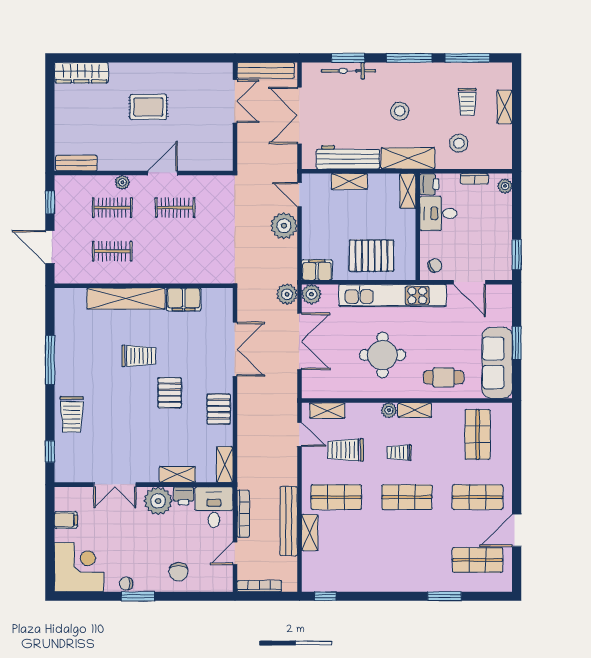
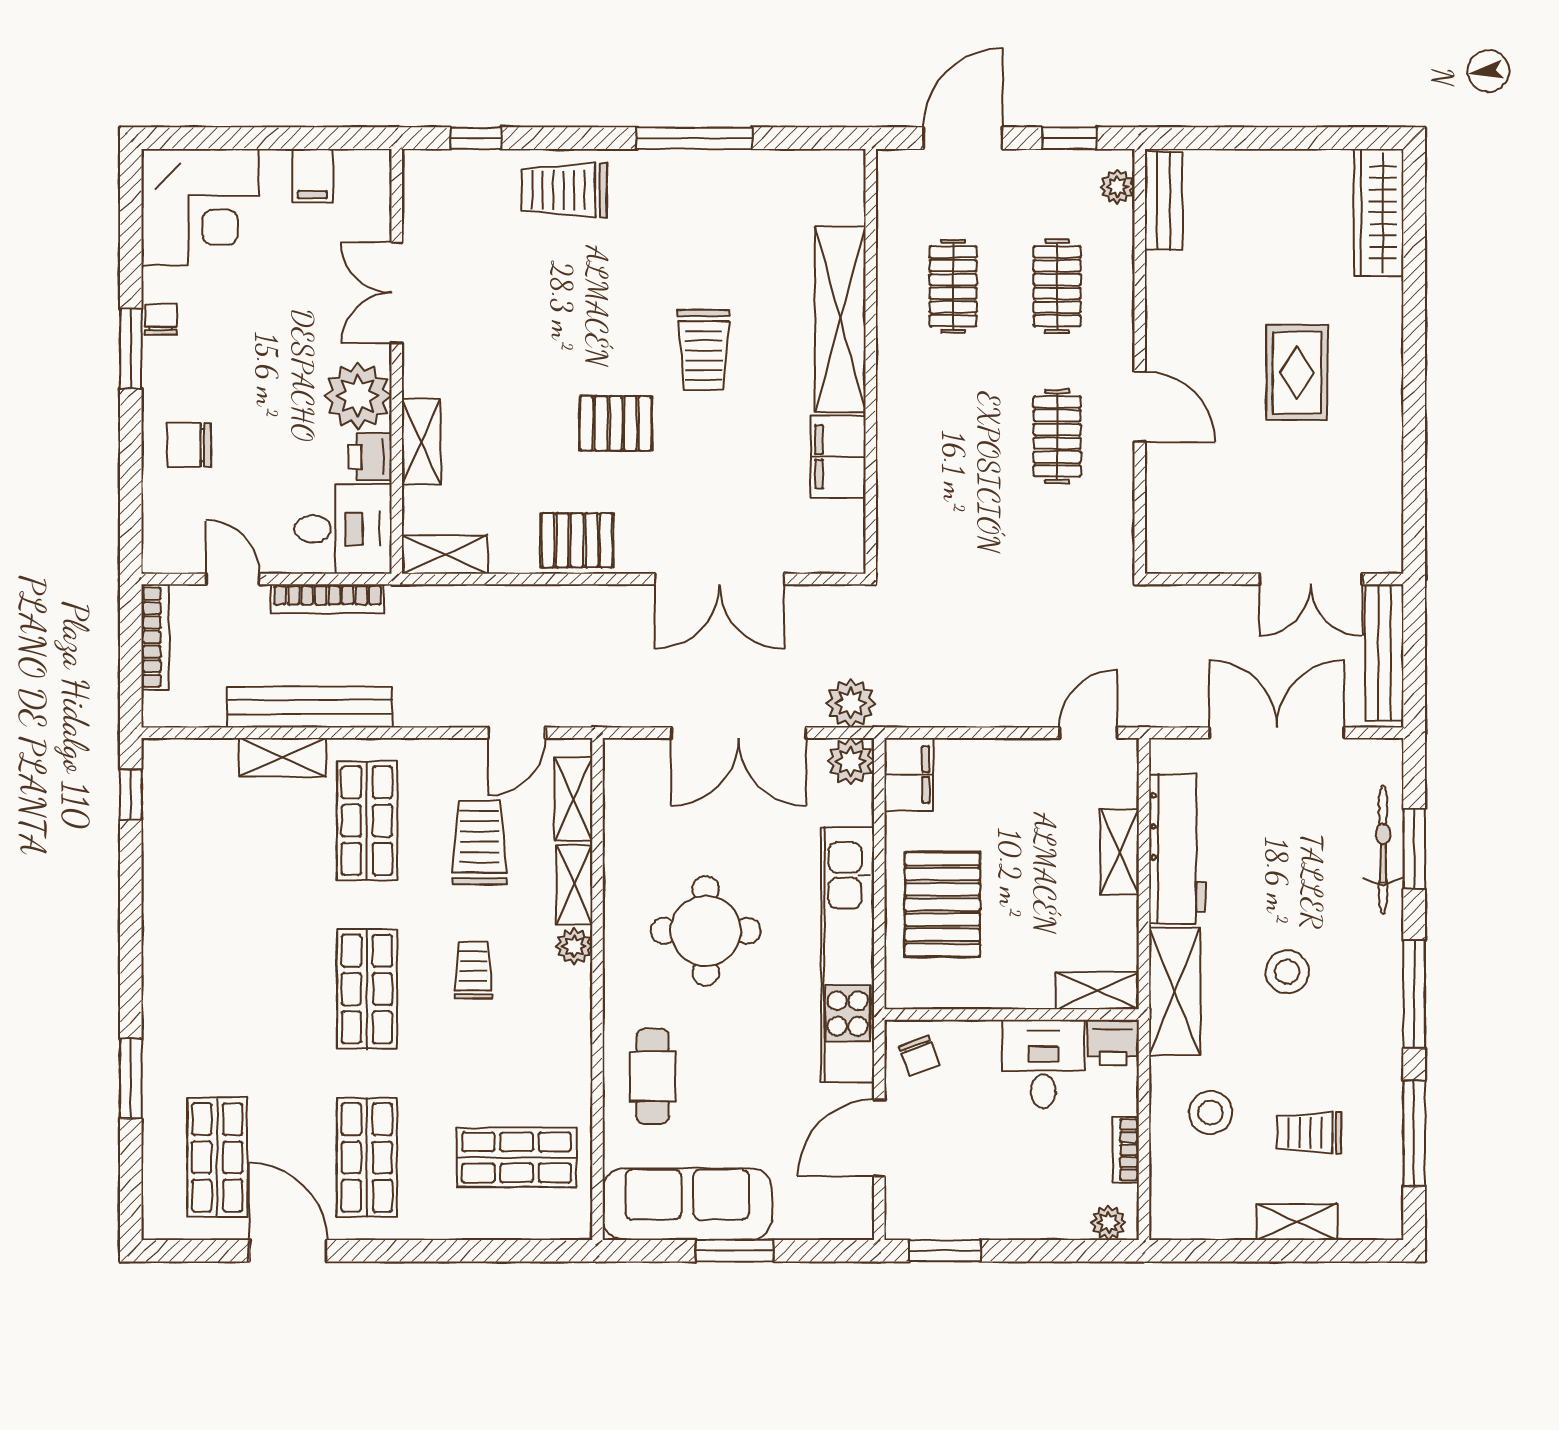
plant: (122, 182) -> (1117, 187), moved
plant: (284, 226) -> (1014, 696), removed
shelving: (415, 410) -> (574, 885), moved

